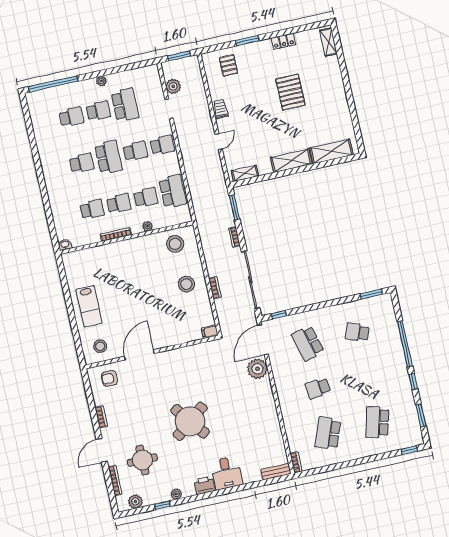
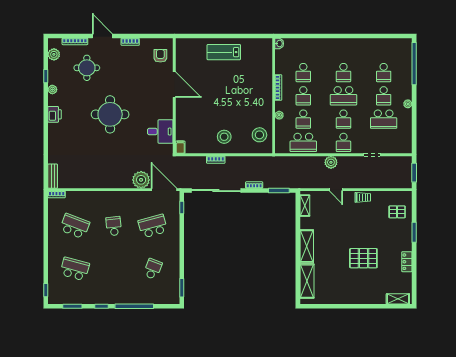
plant: (173, 86) -> (331, 162), moved
stool: (100, 346) -> (189, 54), removed
round table: (190, 421) -> (110, 114), turned 38
desk: (226, 473) -> (160, 132), moved, turned 180

